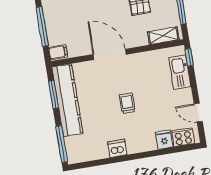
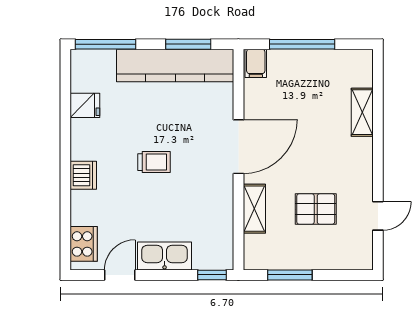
shelving: (163, 36) -> (254, 209), moved
kitchen sink: (180, 72) -> (165, 256), moved
fridge: (164, 140) -> (85, 105), moved
dishwasher: (117, 148) -> (83, 175), moved

